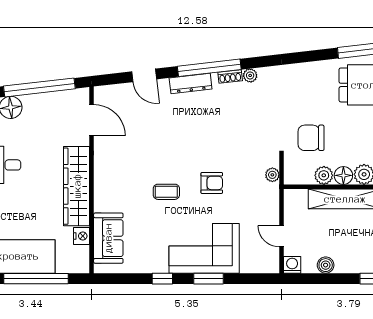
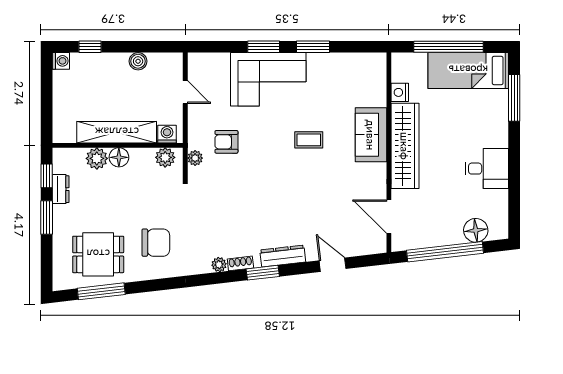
window: (209, 68) -> (263, 273), width x0.47
chair: (311, 138) -> (156, 243), moved
plant: (324, 175) -> (165, 157), moved
armchair: (212, 183) -> (226, 142), moved
sofa: (108, 238) -> (371, 135), moved
washing machine: (292, 265) -> (167, 134), moved, turned 180
window: (162, 279) -> (313, 47), width x1.50

